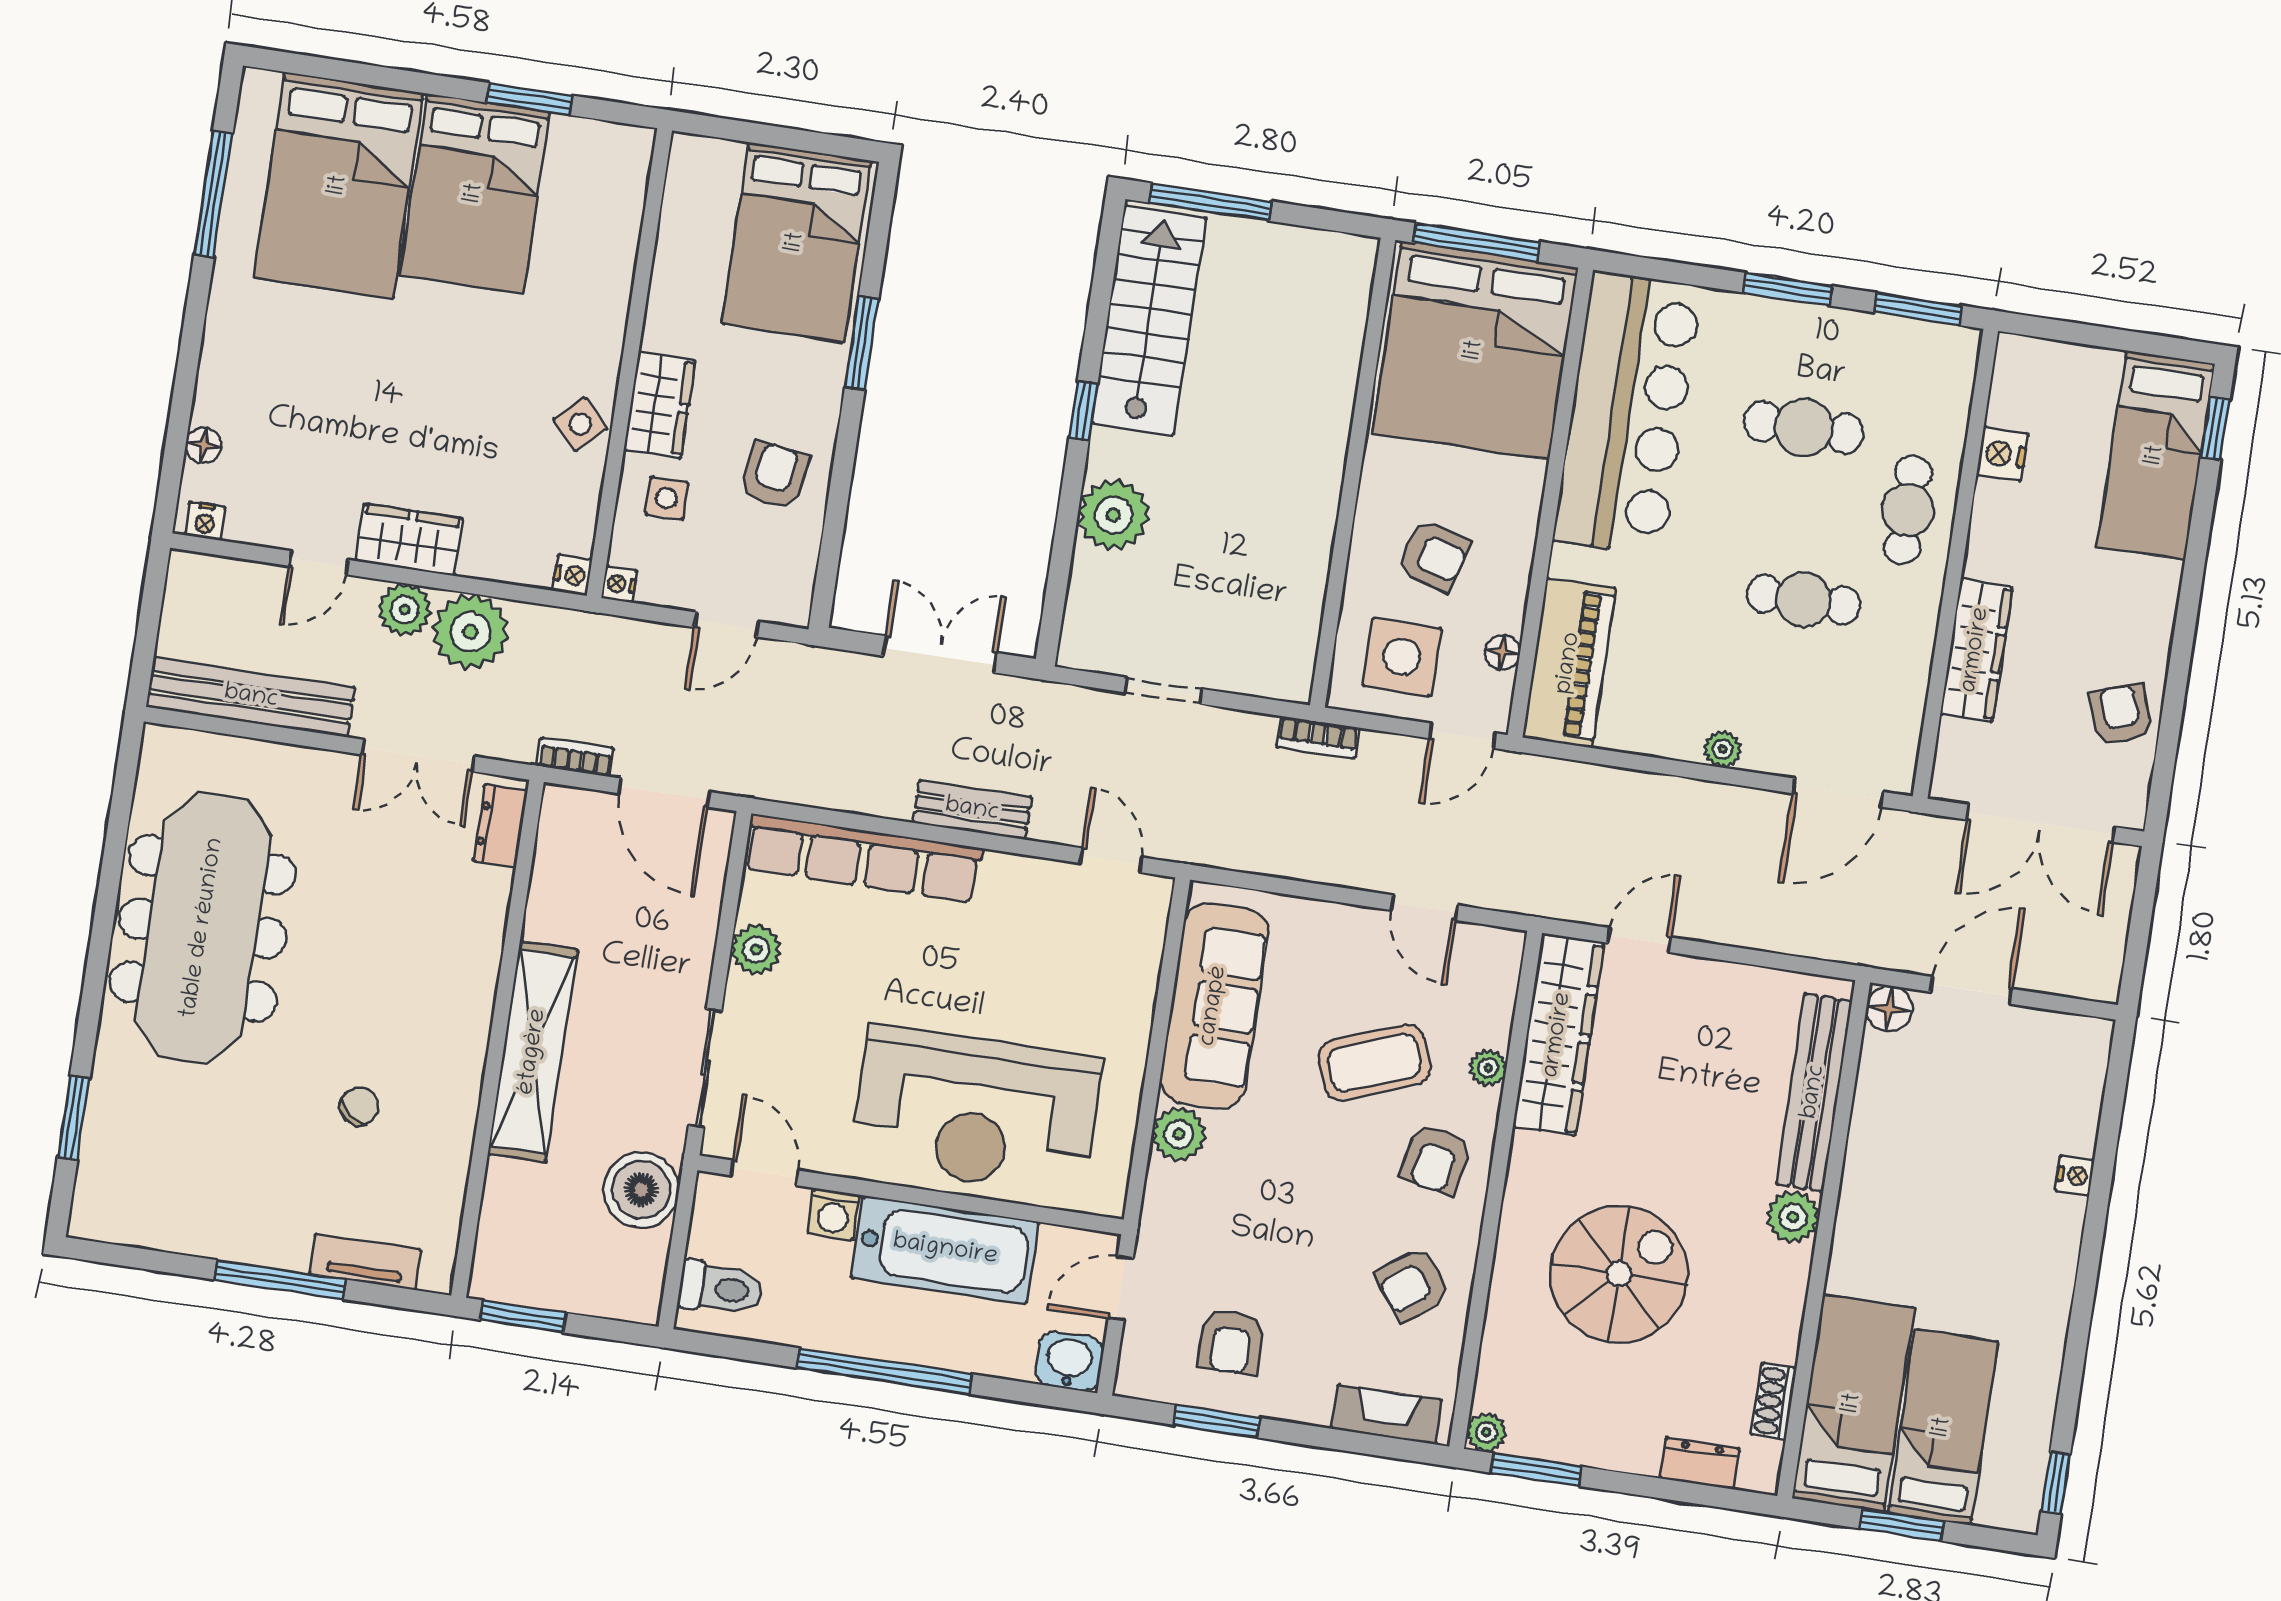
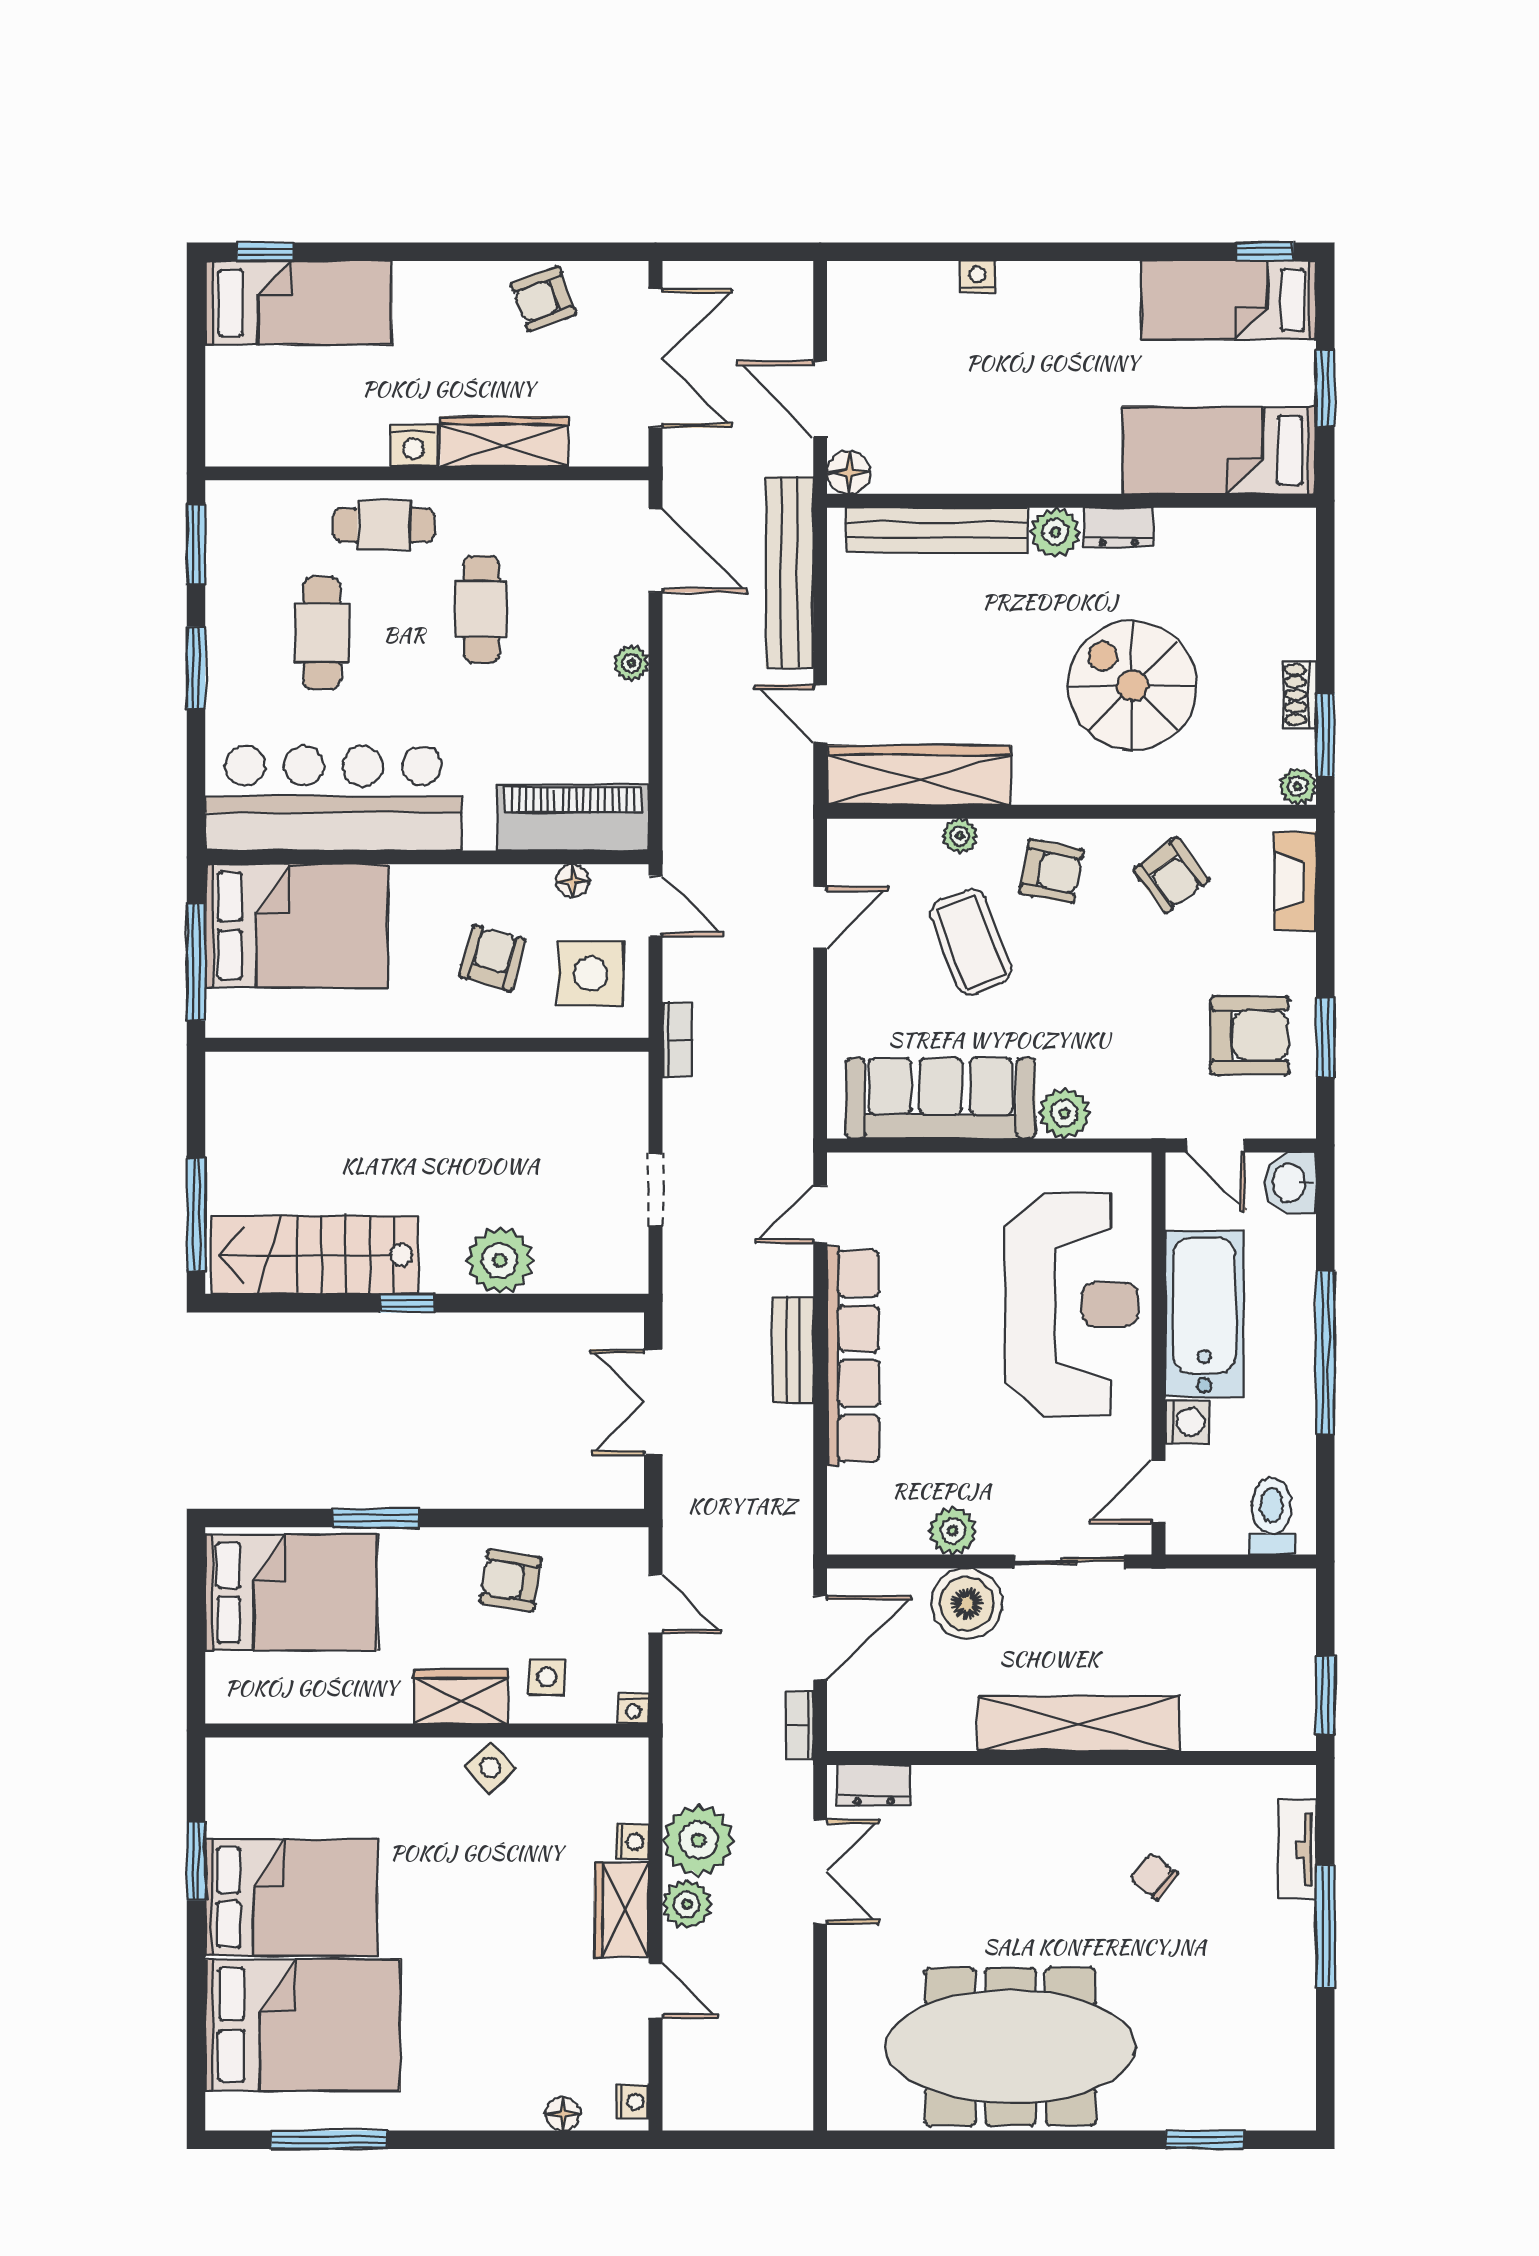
bed: (1475, 350) -> (296, 926), width x0.73
nightstand: (2002, 454) -> (414, 445), moved
nightstand: (572, 575) -> (632, 1842), moved, turned 90
bench: (251, 697) -> (789, 572), moved
row of seats: (863, 858) -> (853, 1356), moved
boiler: (641, 1190) -> (967, 1604), moved
armchair: (1231, 1342) -> (1250, 1035), width x1.38, depth x1.38
shoe rack: (1774, 1401) -> (1300, 695), moved, turned 90
bed: (1943, 1427) -> (1229, 300), moved
dresser: (1700, 1463) -> (1118, 527), moved, turned -90

